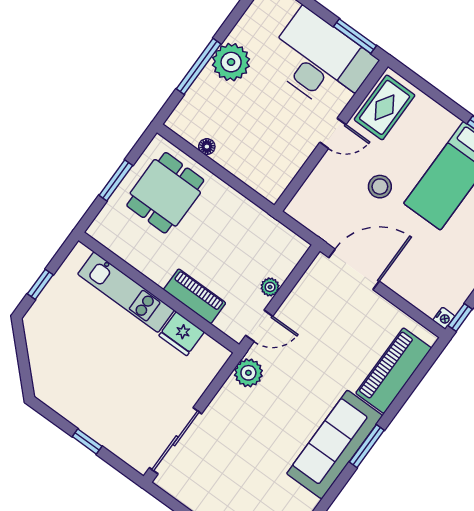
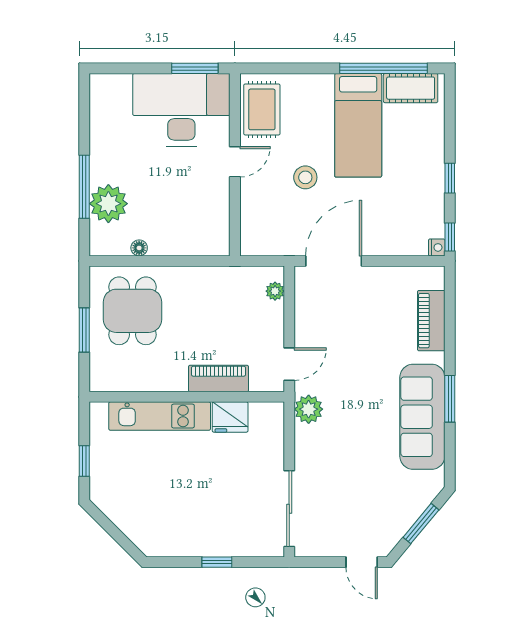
plant: (231, 62) -> (108, 204), moved
plant: (270, 287) -> (275, 291), moved
piano: (394, 371) -> (431, 321), width x0.73, depth x0.75

